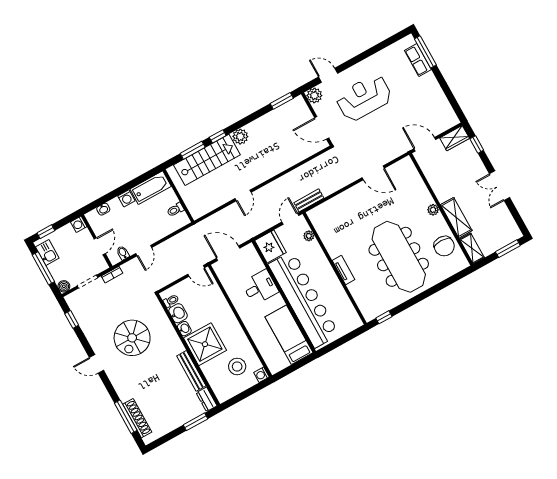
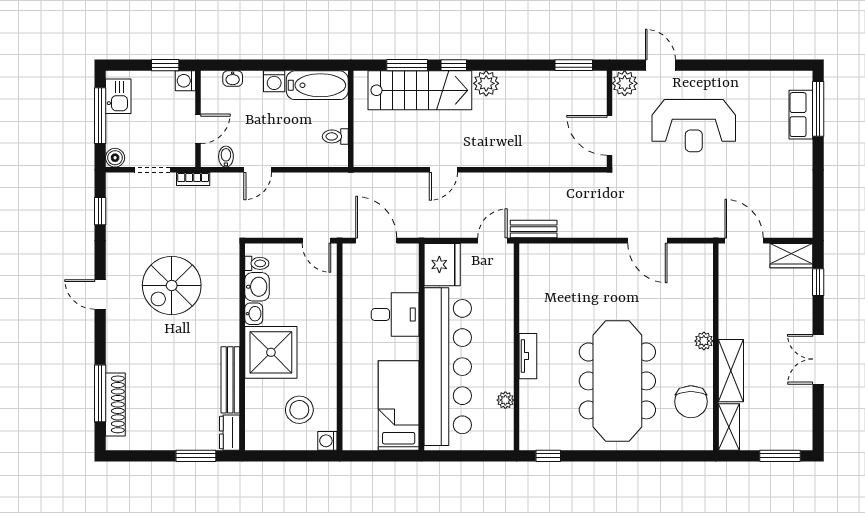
reception desk: (364, 98) -> (694, 126), turned 180
window: (46, 232) -> (165, 65), moved
plant: (309, 236) -> (505, 400), moved

